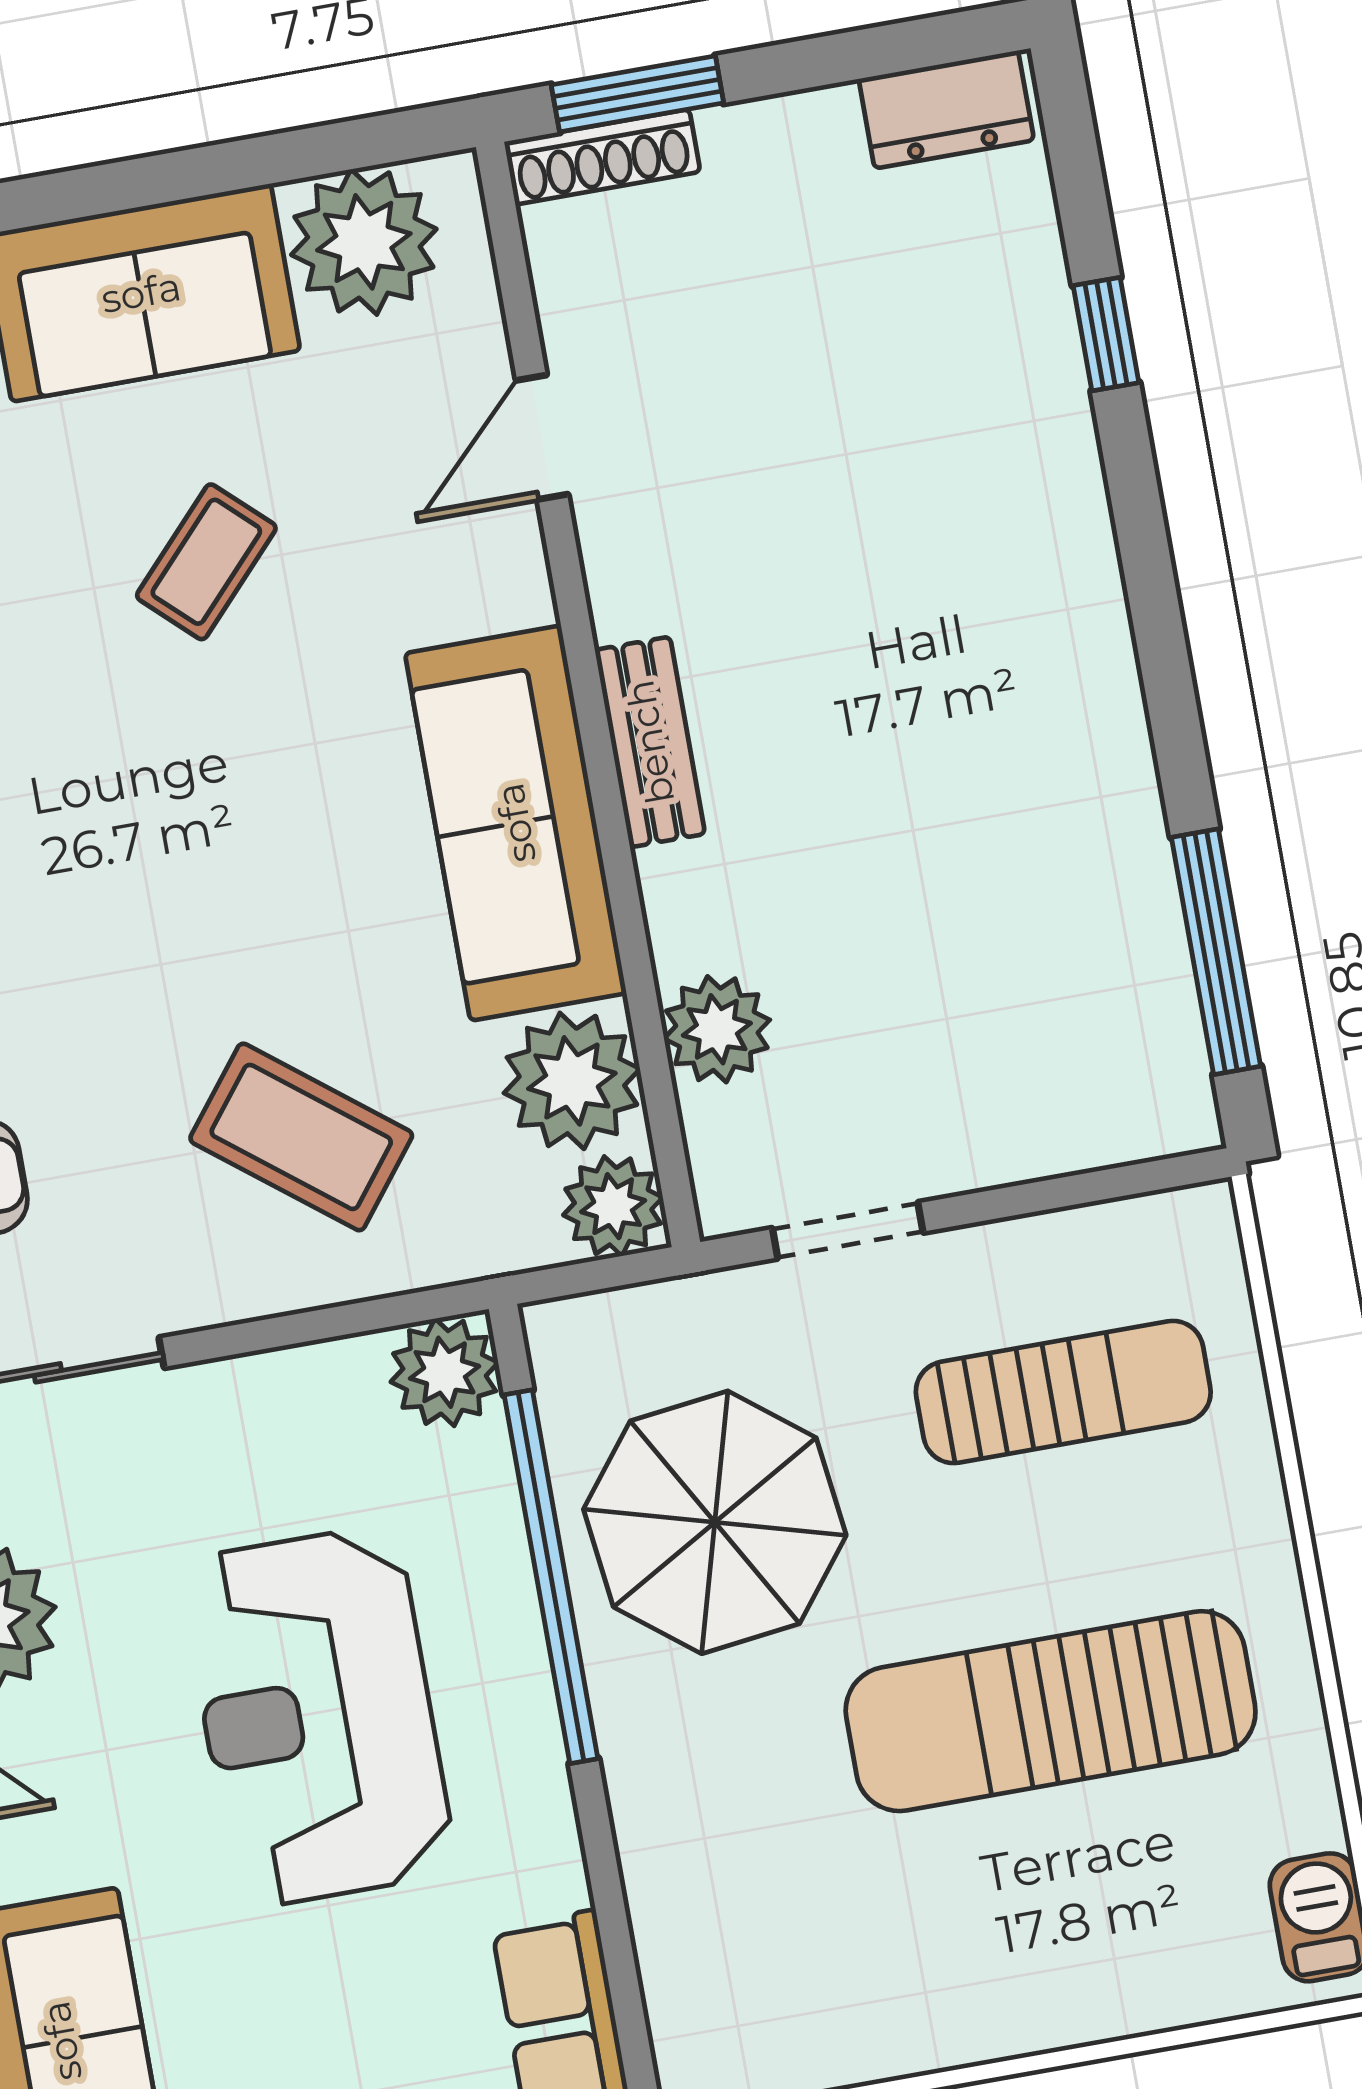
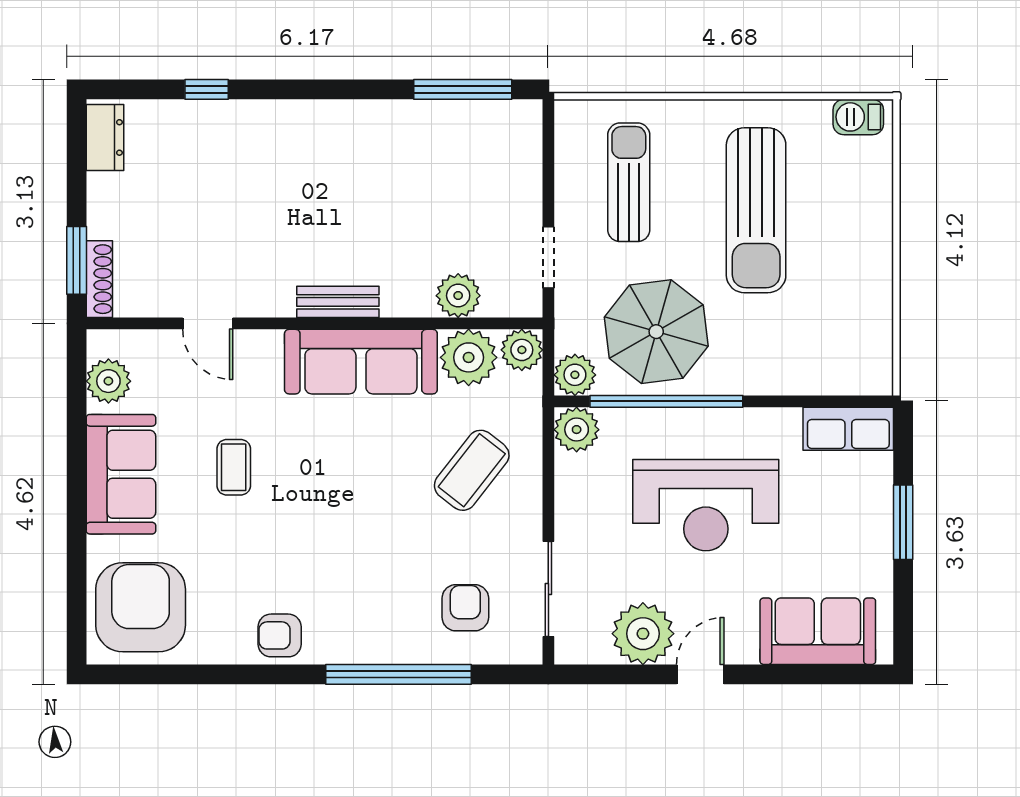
plant: (364, 242) -> (108, 381), width x0.73, depth x0.73
coffee table: (206, 562) -> (234, 467), turned 47
plant: (576, 1345) -> (575, 375), added

